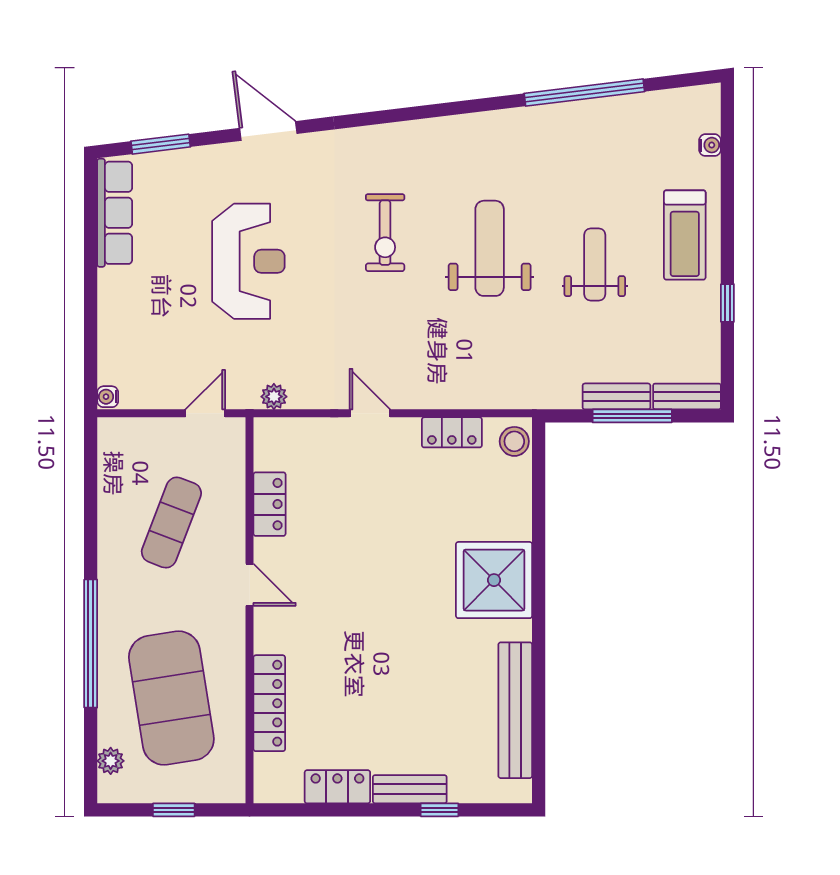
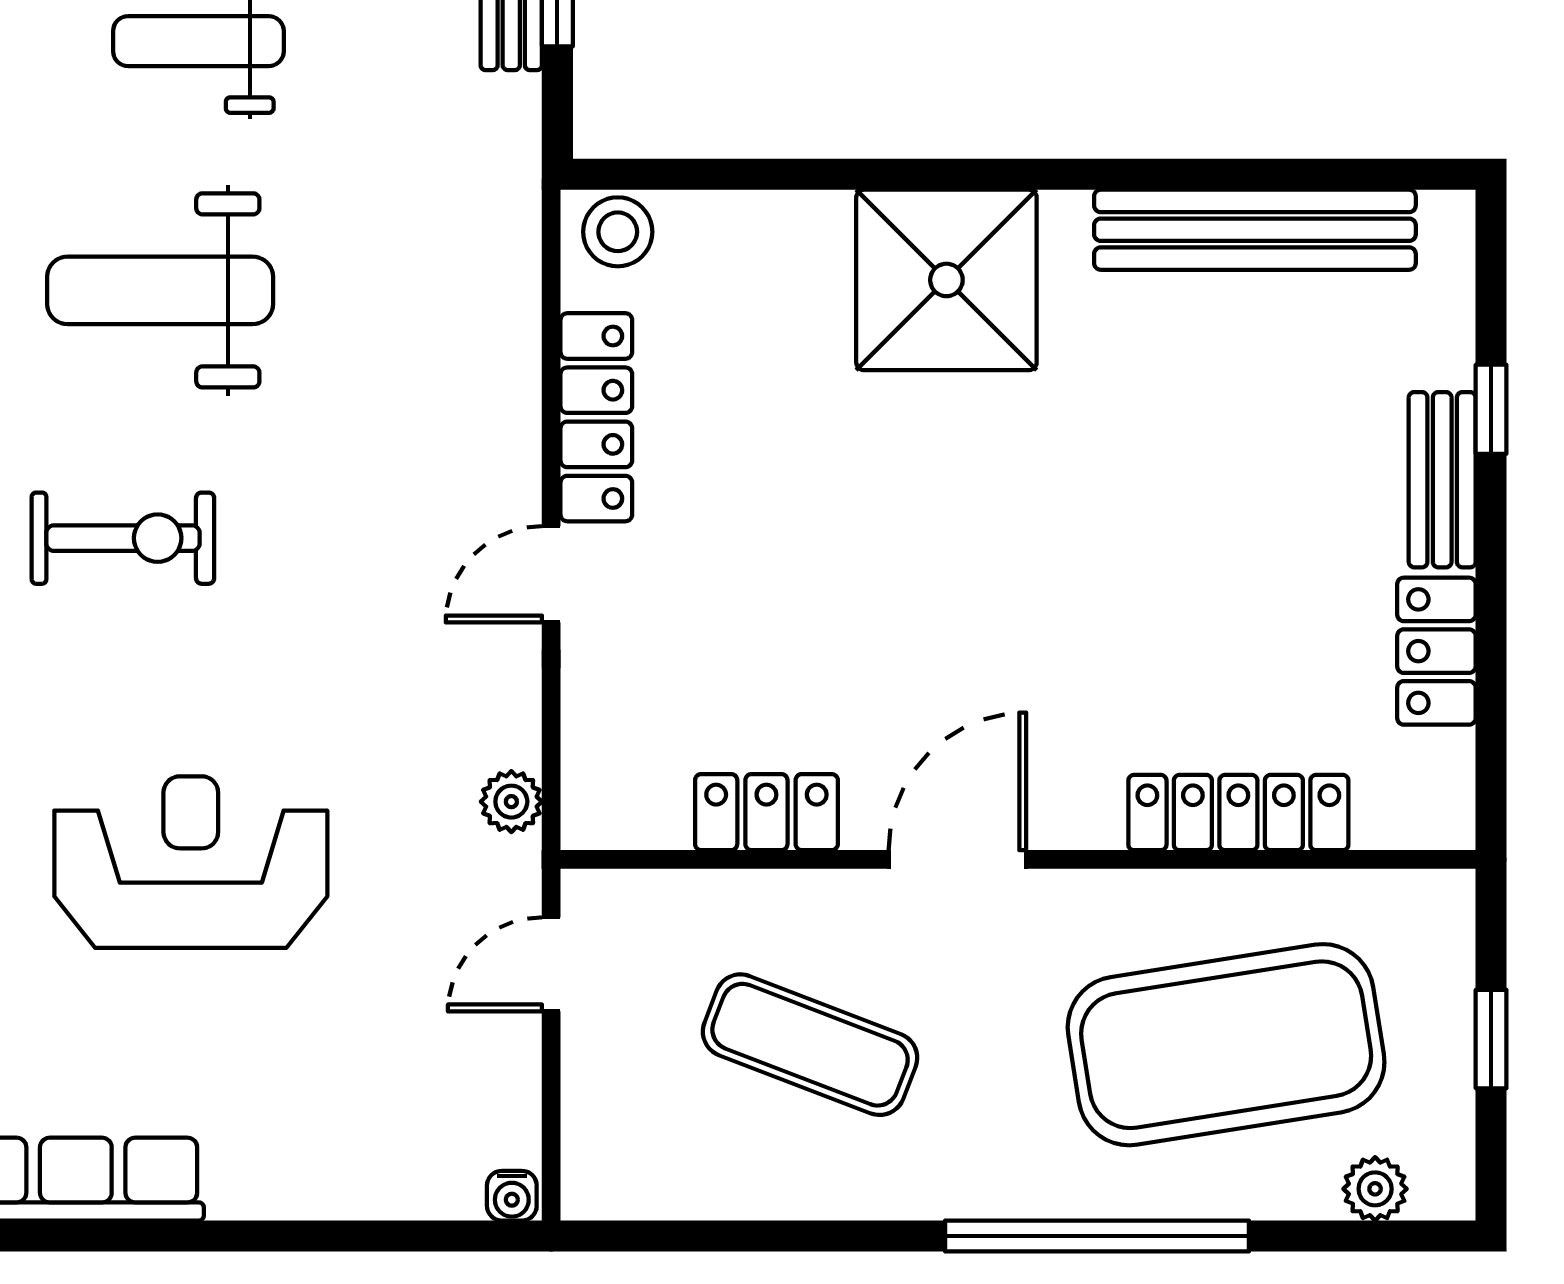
door: (205, 413) -> (551, 964), hinge flipped
locker: (452, 432) -> (596, 417), width x1.53
door: (250, 585) -> (957, 859), width x1.38

